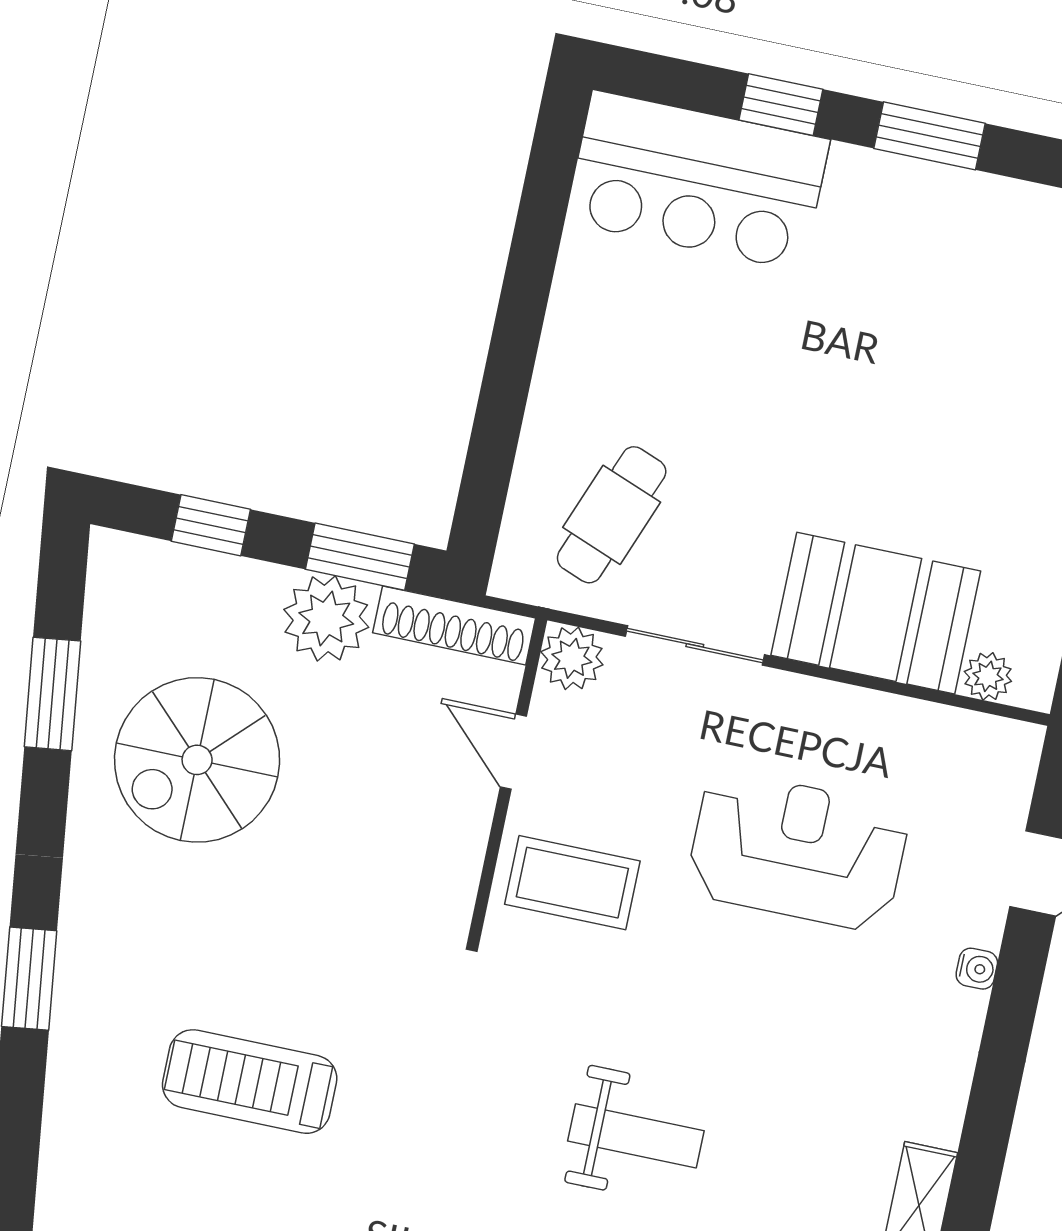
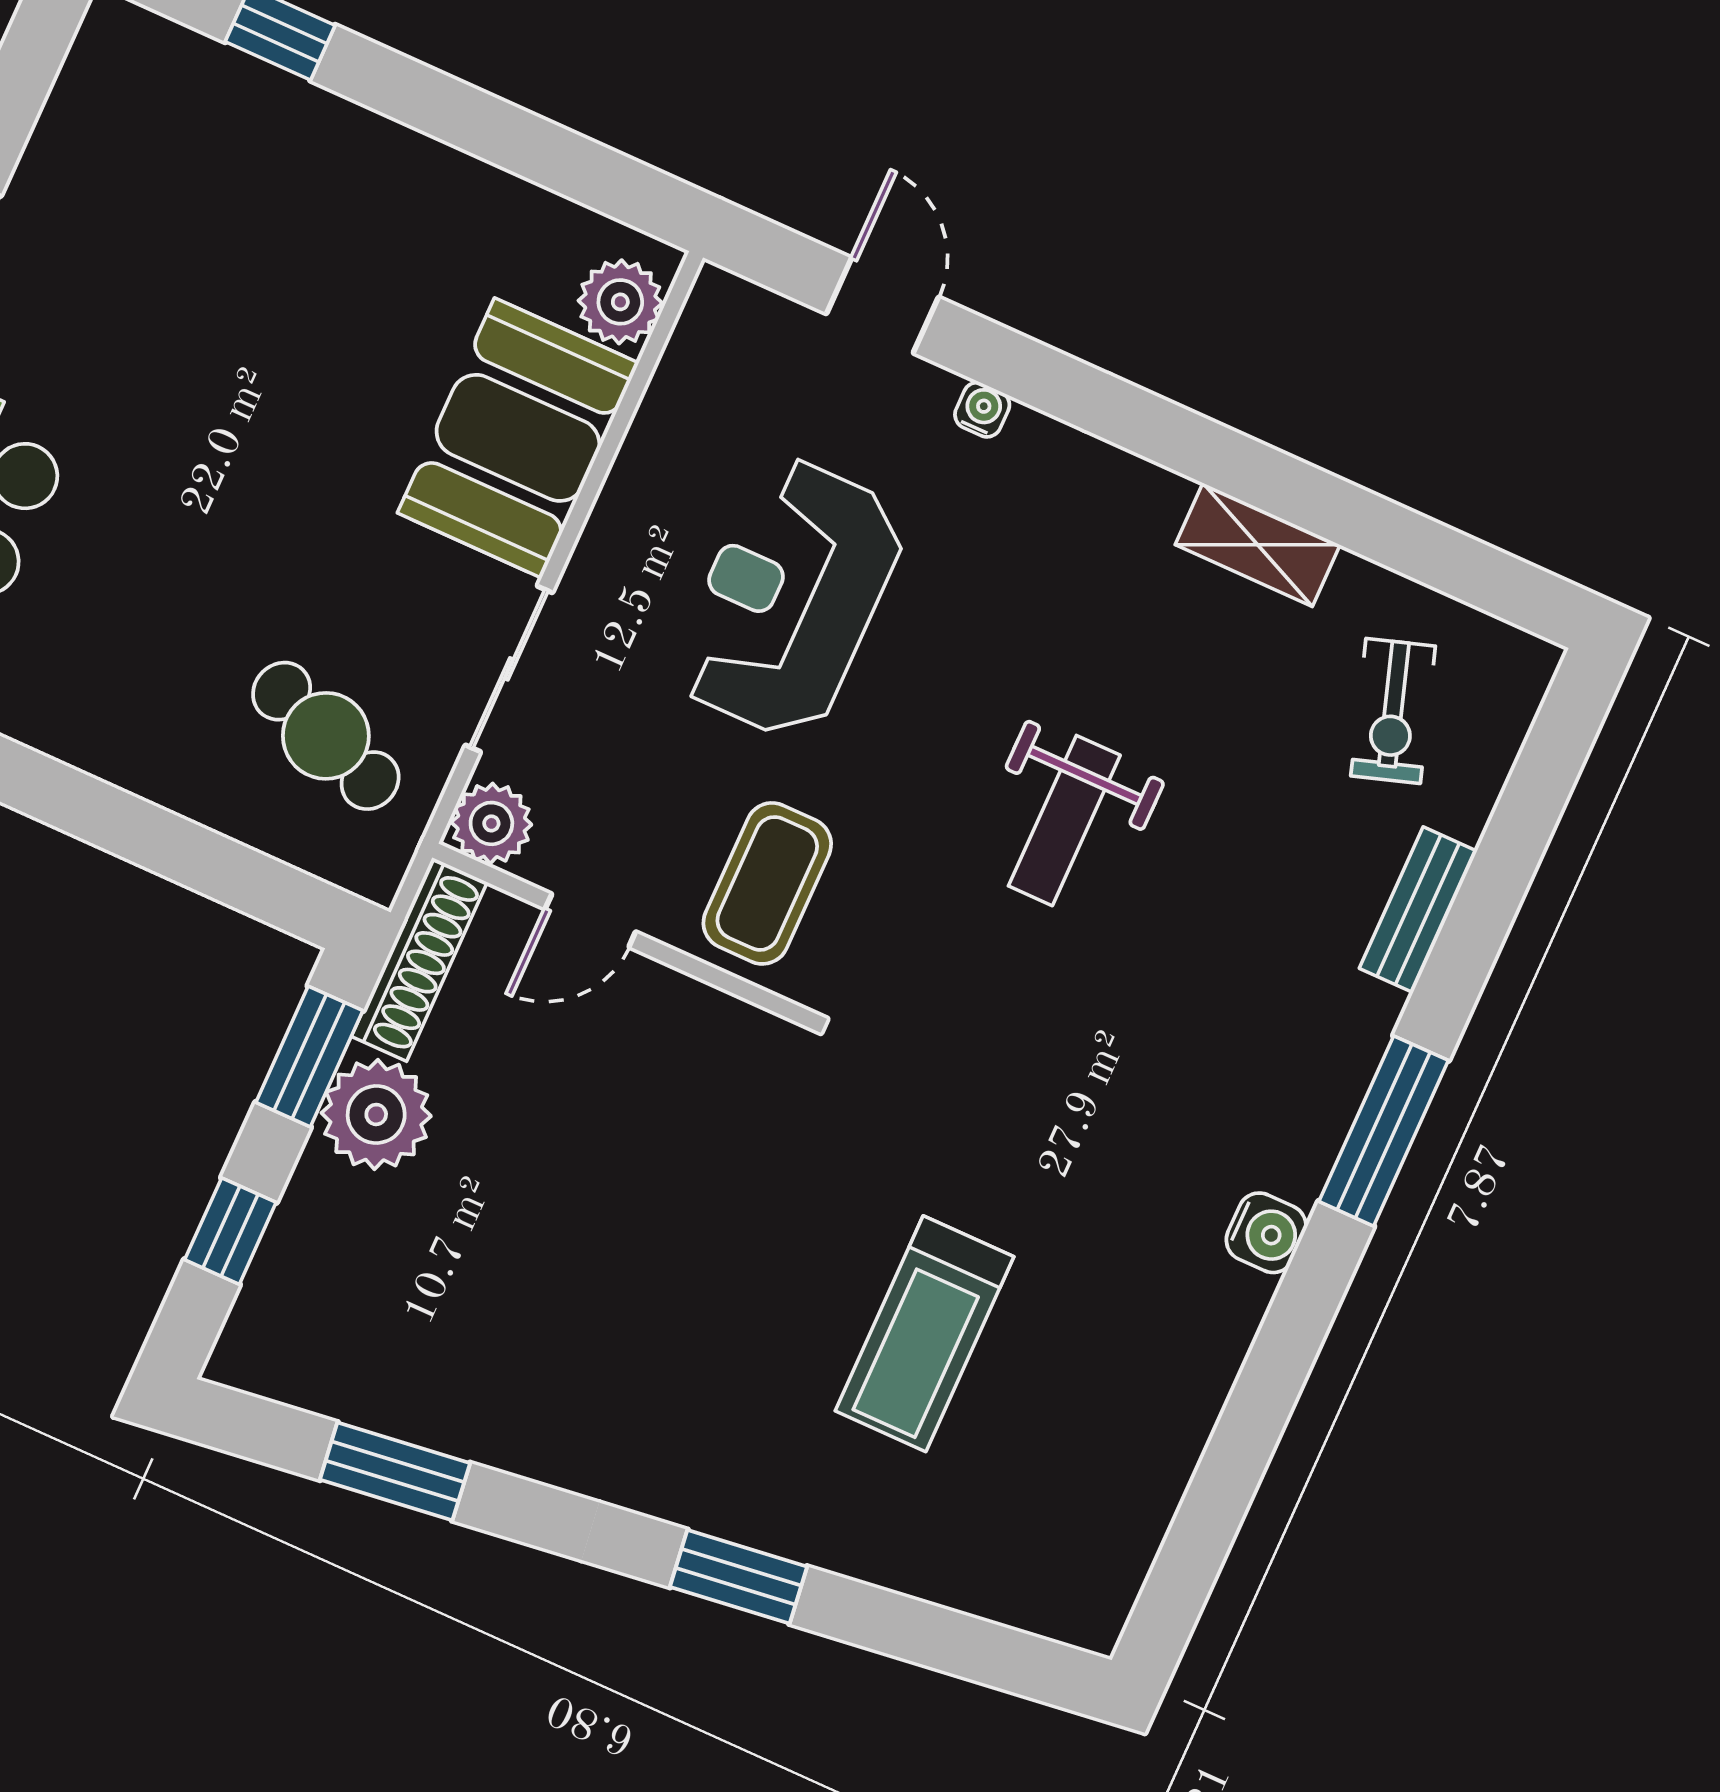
plant: (988, 676) -> (620, 302), width x1.38, depth x1.38
spiral stairs: (197, 760) -> (515, 1311), removed
weight bench: (636, 1136) -> (1064, 821), moved, turned 180

